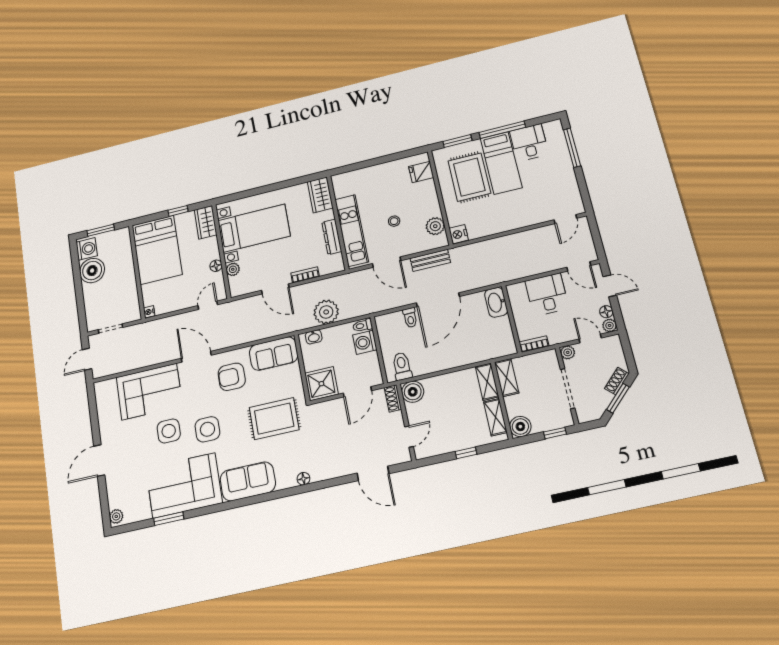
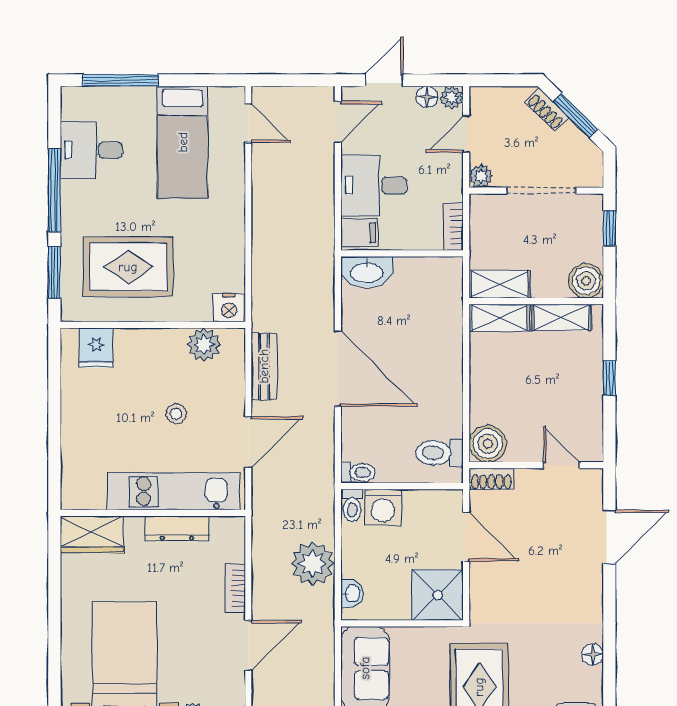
bed: (501, 163) -> (183, 142), moved, turned 90
filing cabinet: (518, 293) -> (360, 233), added
toilet: (410, 318) -> (358, 473), moved

